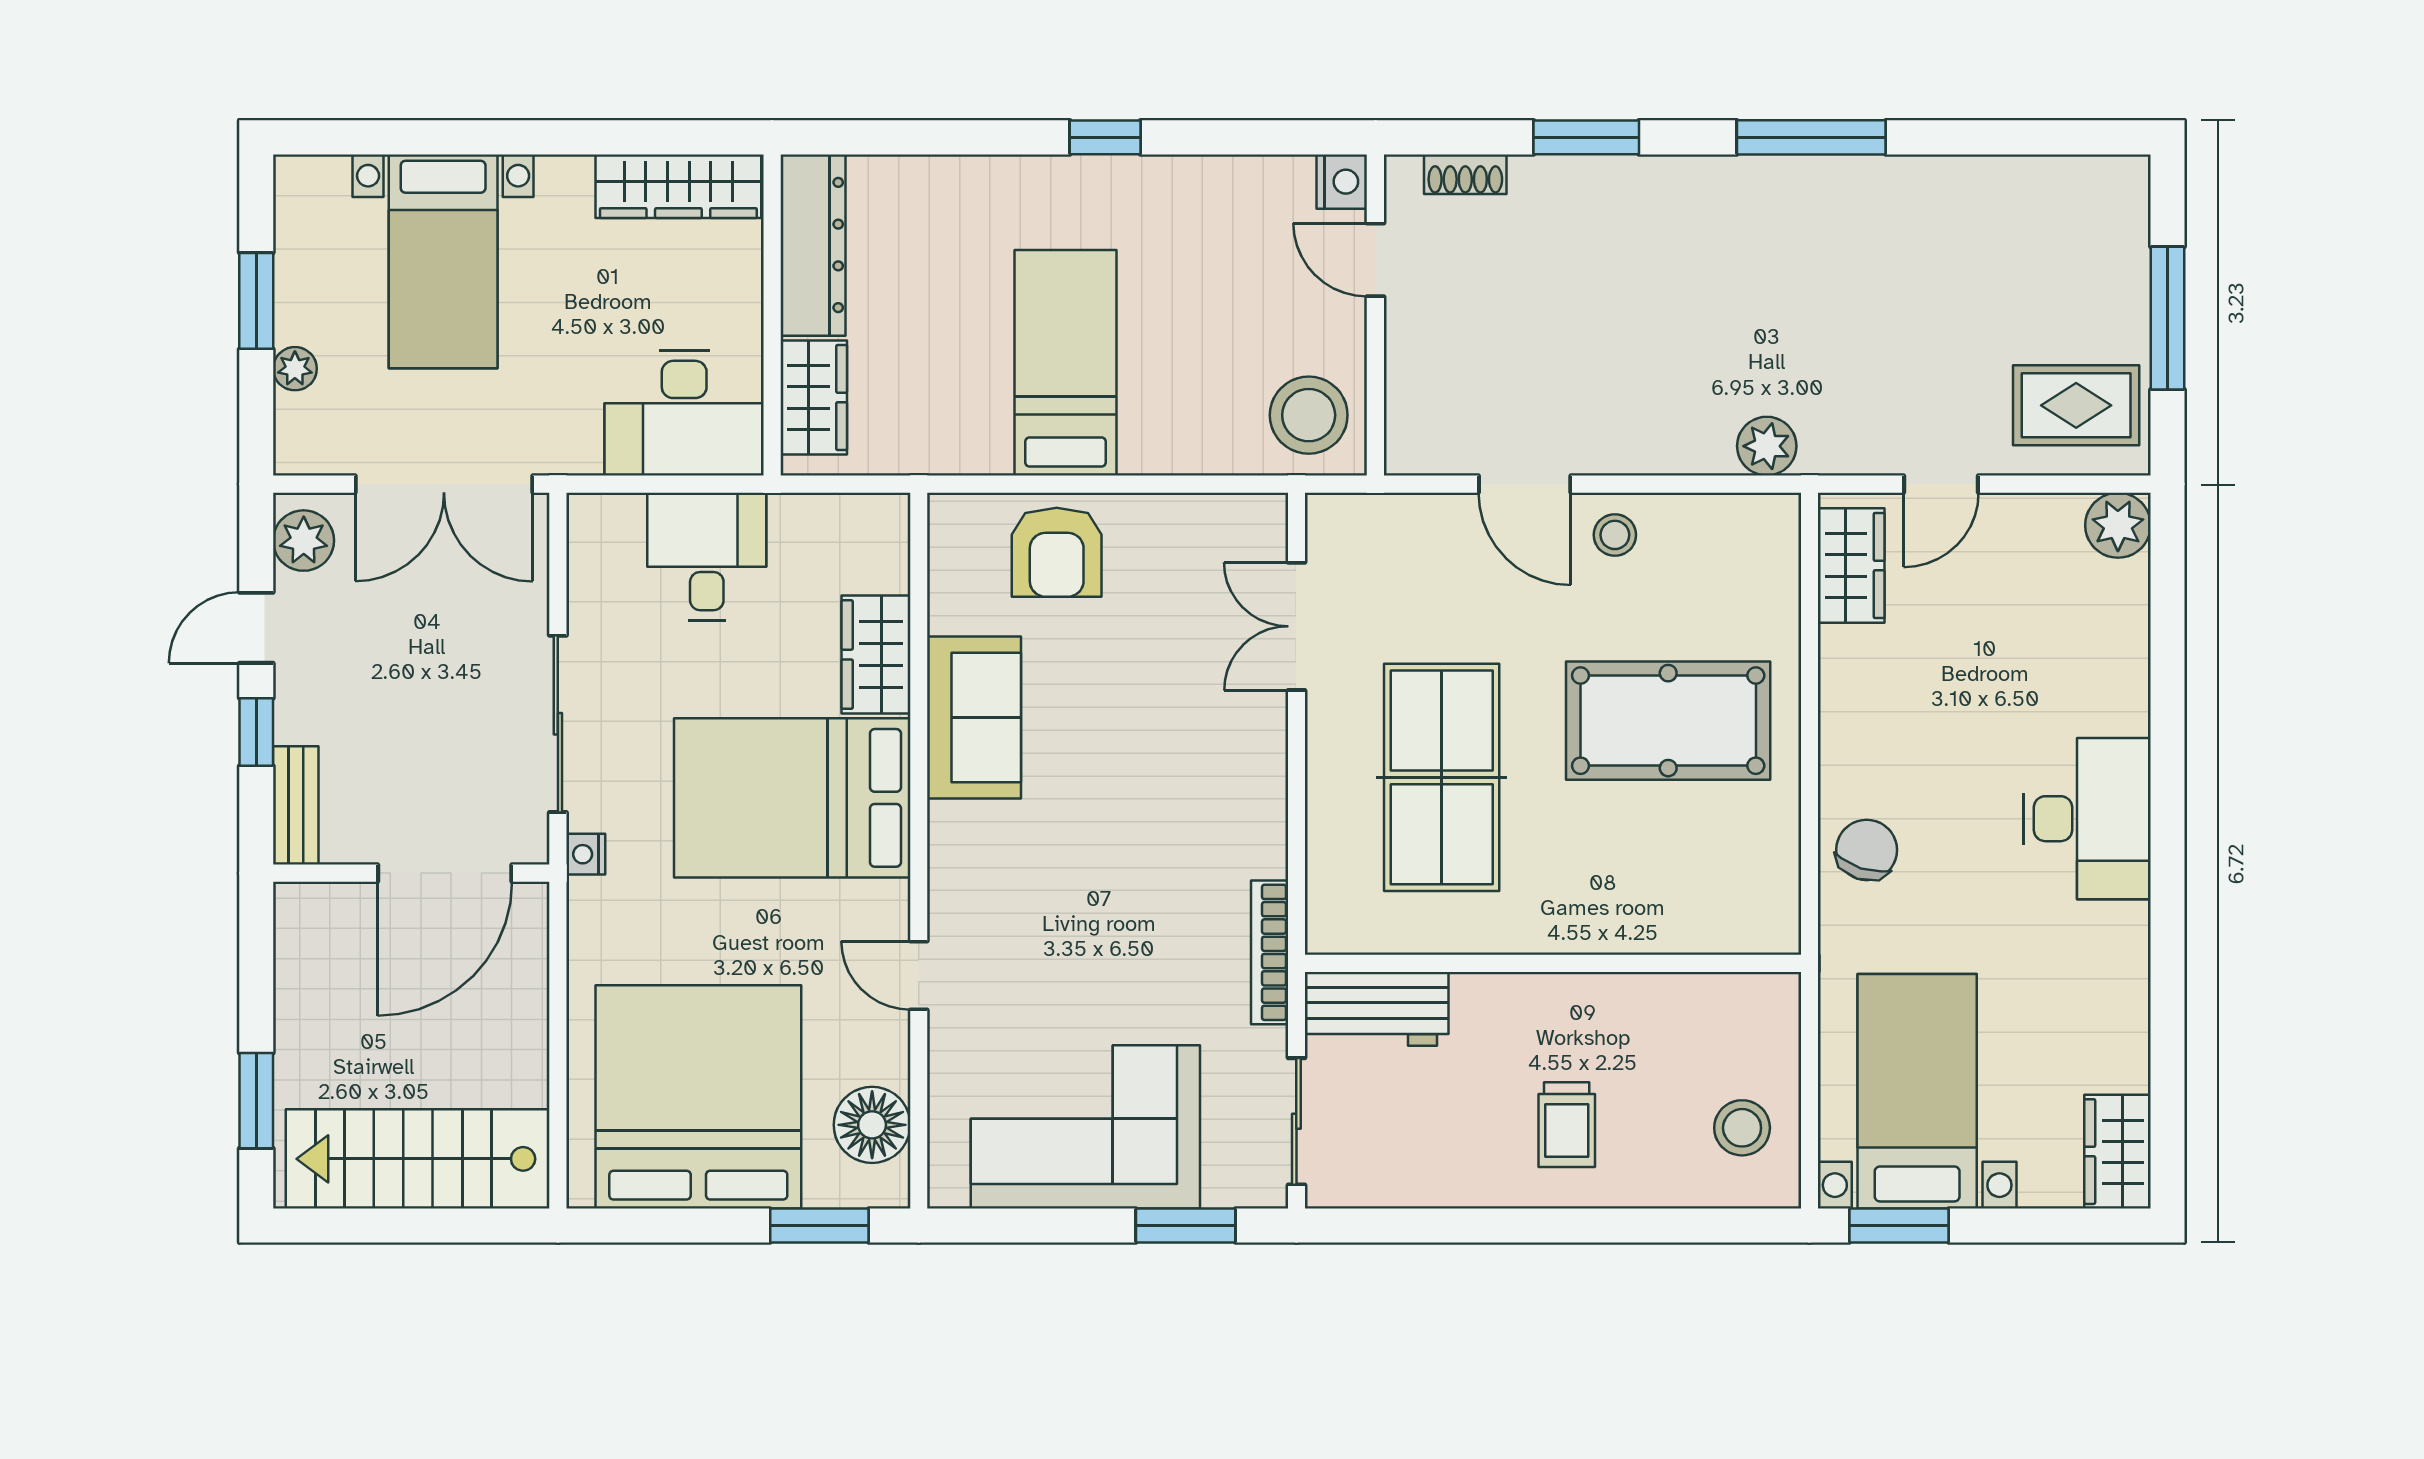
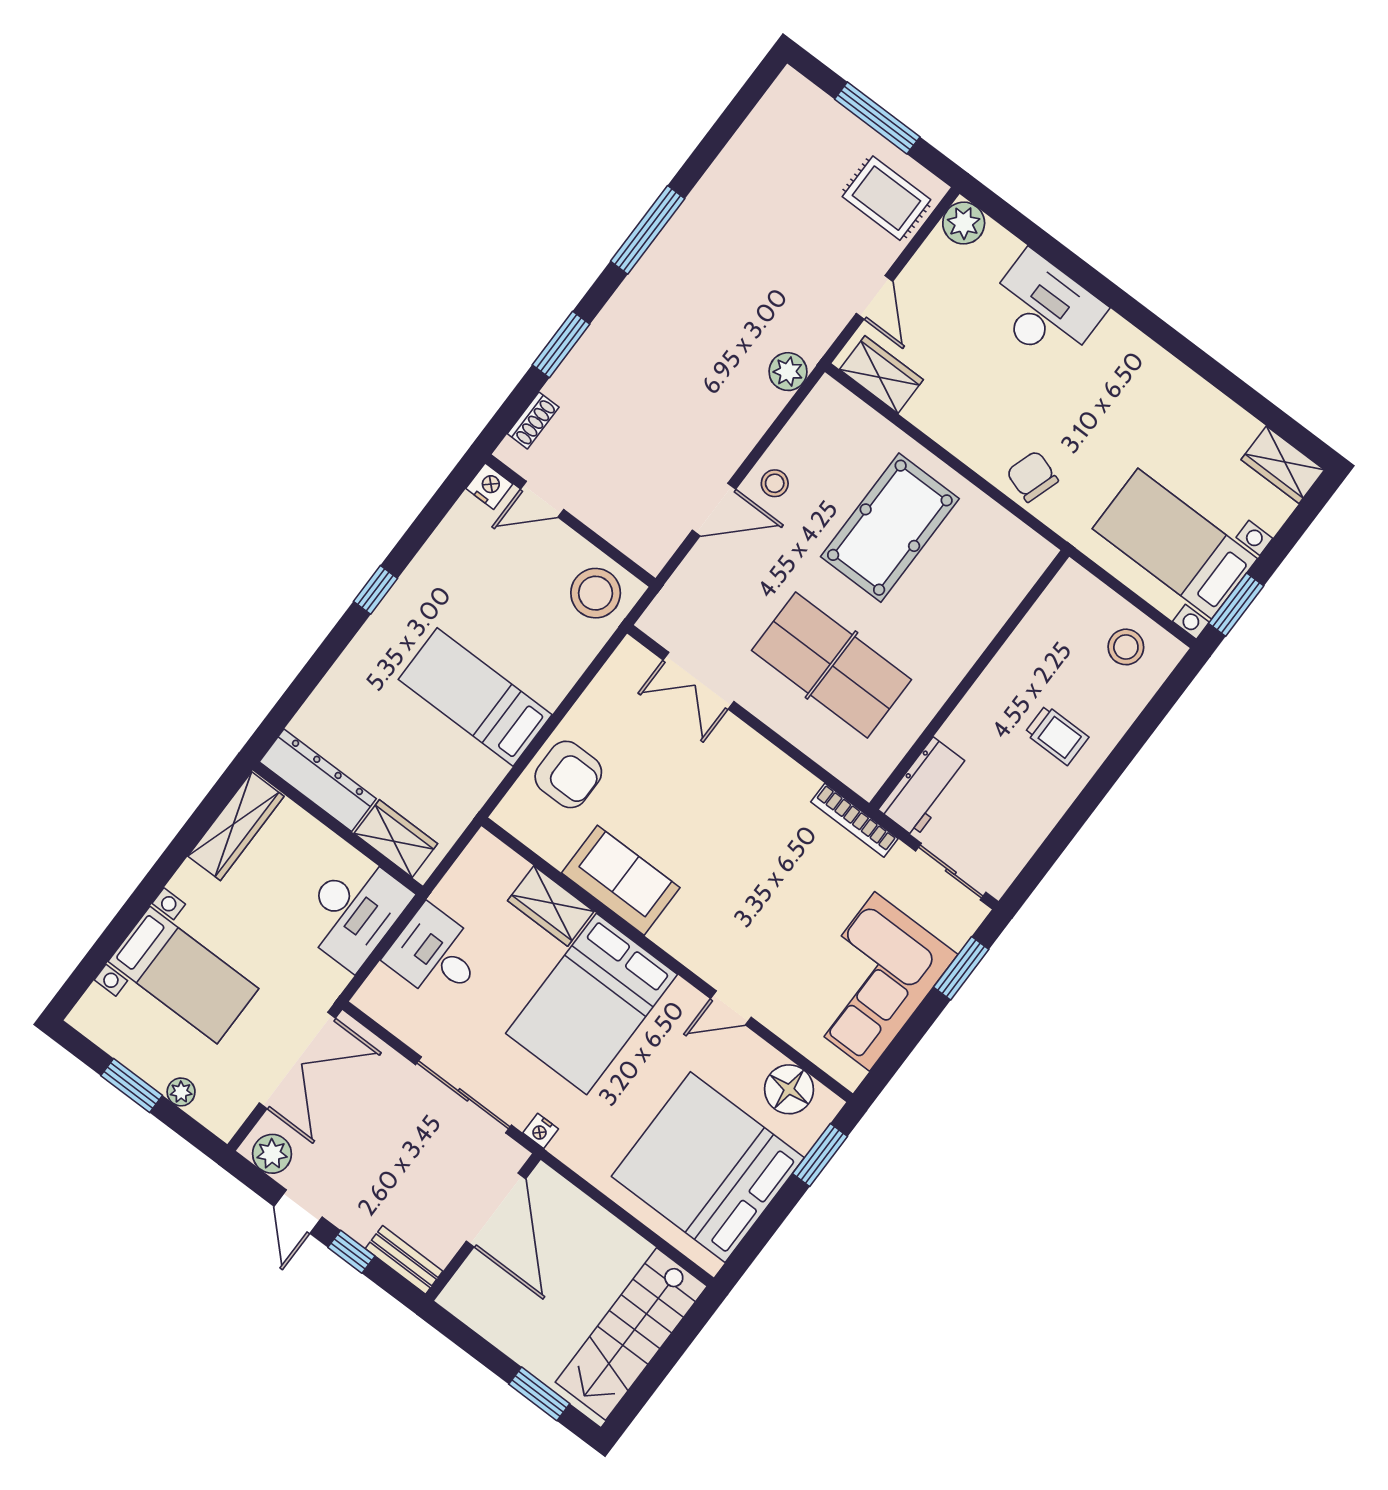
rug: (2076, 405) -> (886, 198), turned 90
desk: (2087, 819) -> (1045, 309), moved

